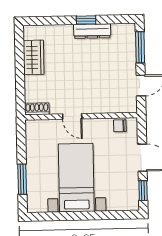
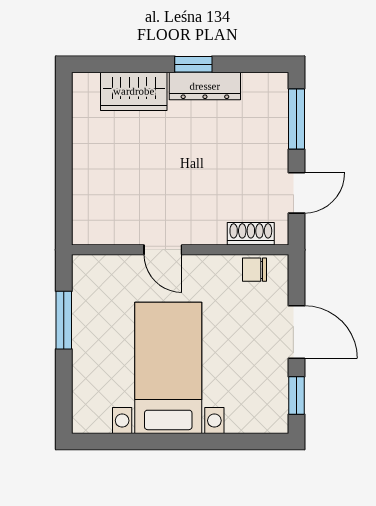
wardrobe: (34, 57) -> (134, 91), moved, turned 90
shoe rack: (37, 109) -> (251, 234), moved
window: (22, 179) -> (64, 320), moved

